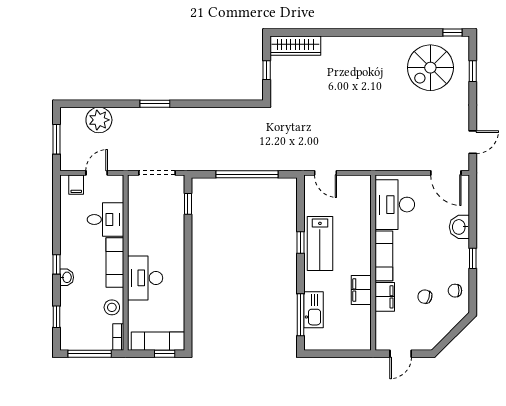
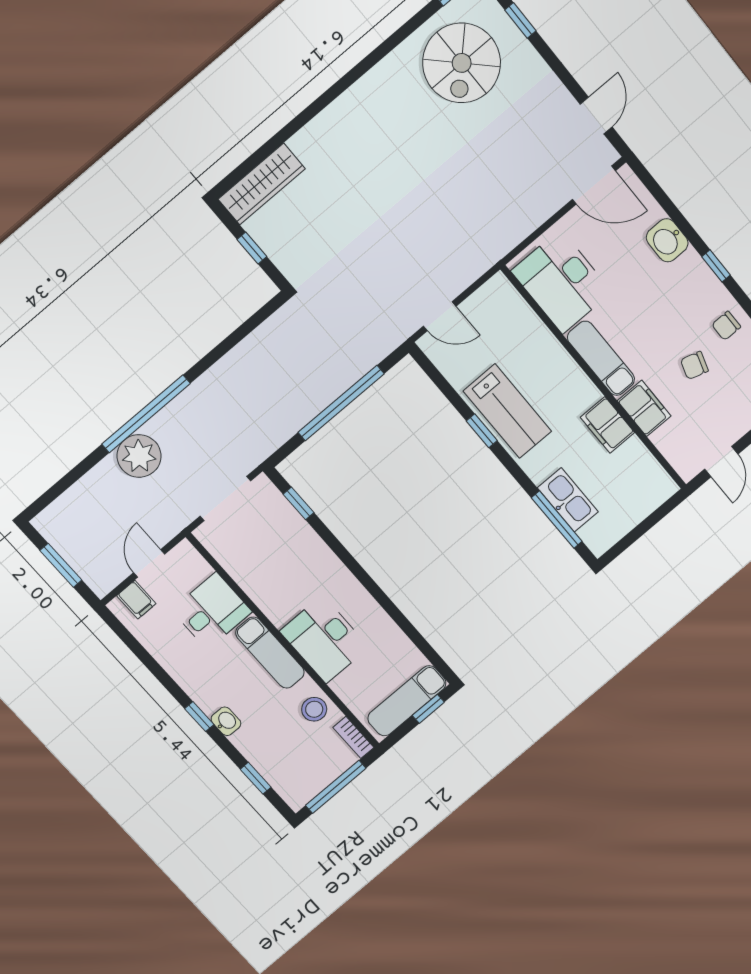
window: (155, 104) -> (146, 414), width x2.11
plant: (99, 120) -> (139, 456), moved

